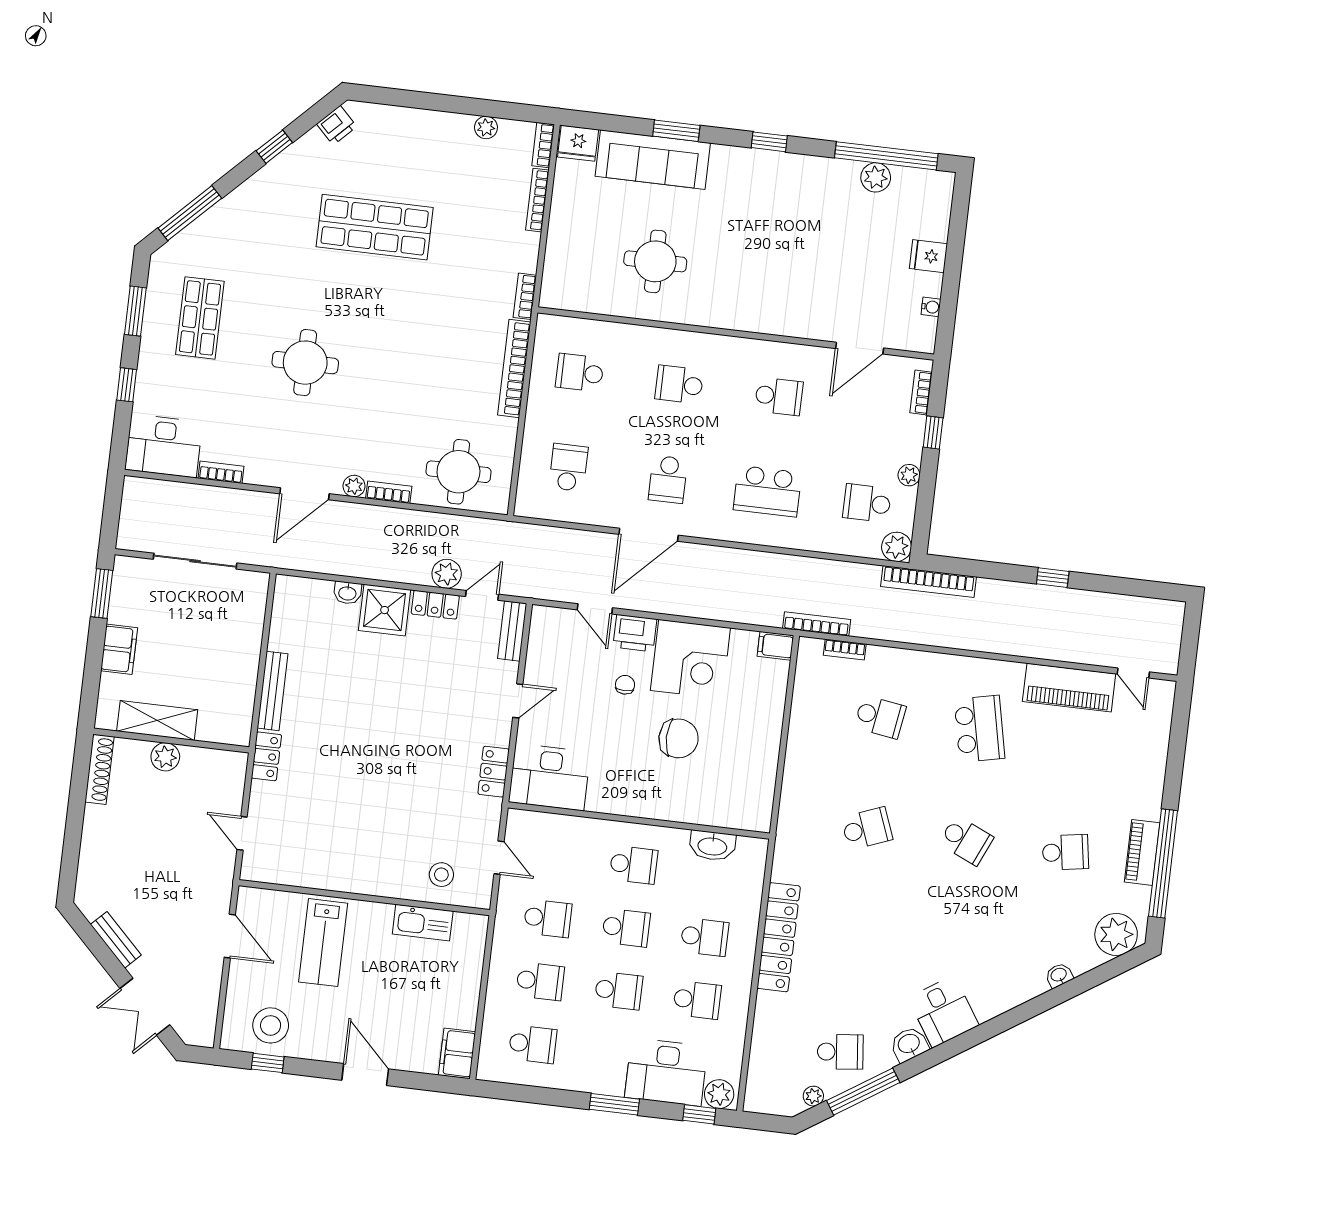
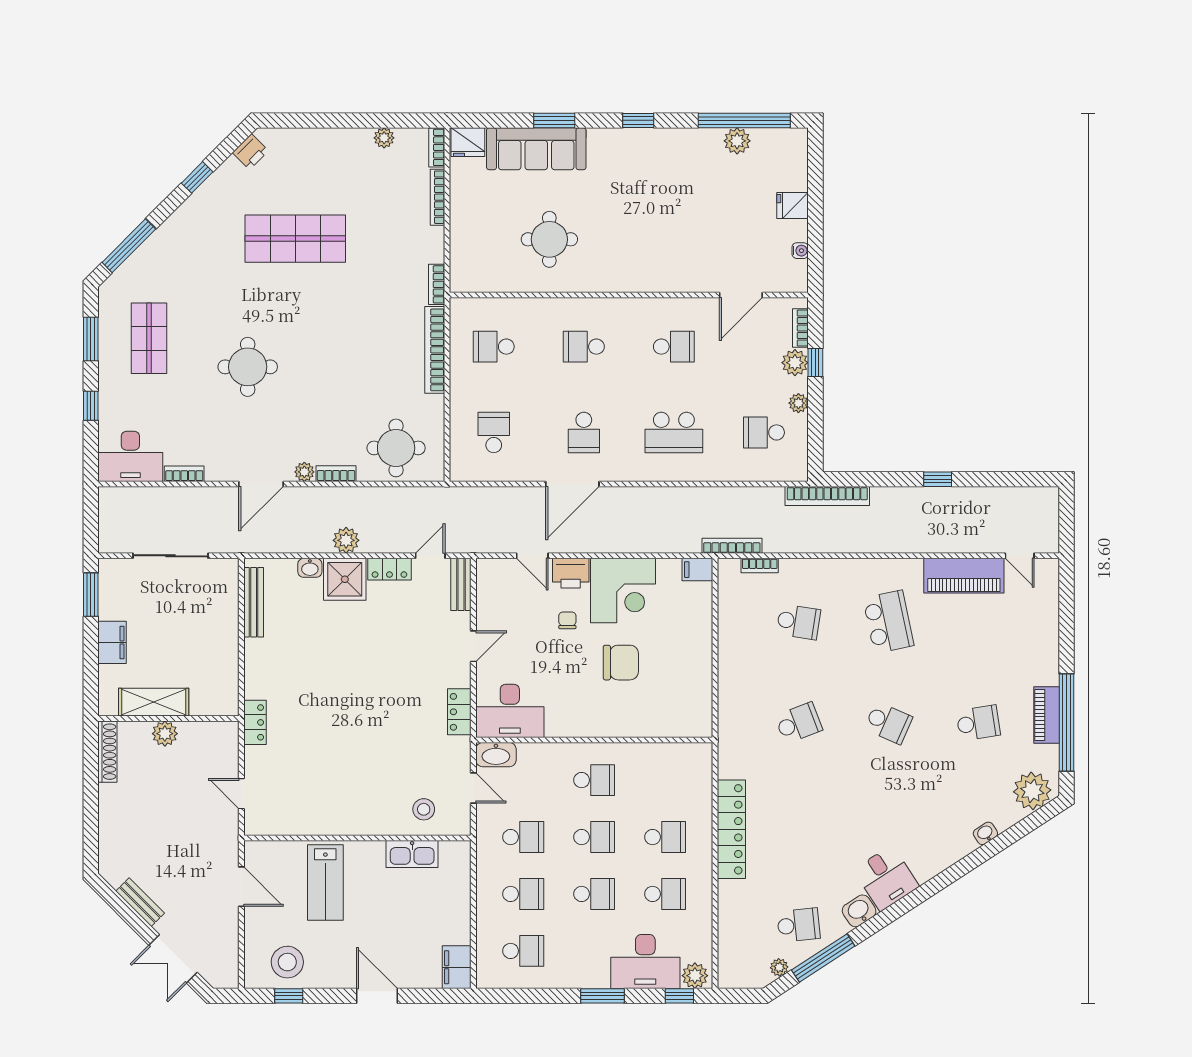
plant: (896, 547) -> (795, 363), moved
plant: (447, 574) -> (346, 540), moved
bench: (273, 691) -> (254, 602), moved
washbasin: (712, 846) -> (496, 755), moved

